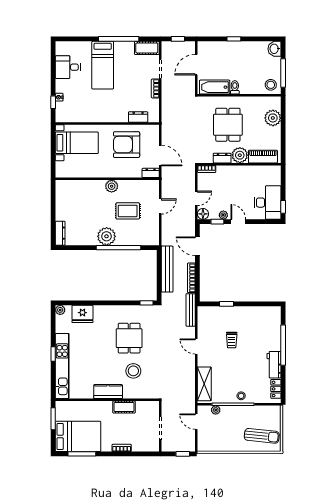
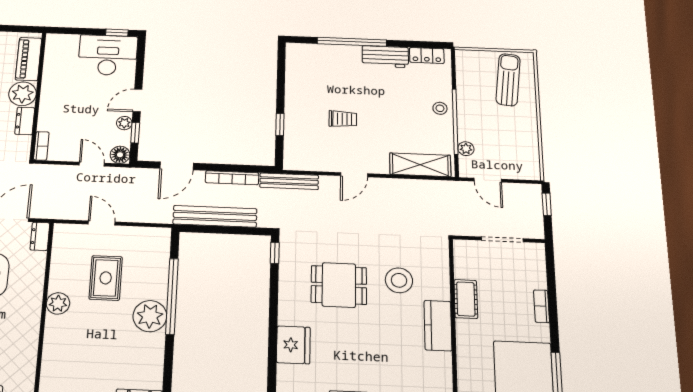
fridge: (82, 314) -> (293, 345), moved
door: (196, 422) -> (488, 180), hinge flipped

